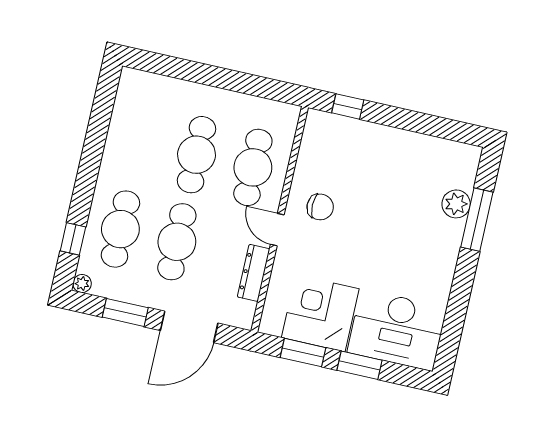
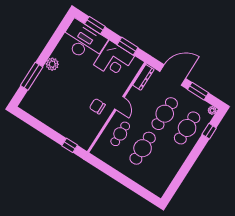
cafe table: (253, 167) -> (120, 134), width x0.73, depth x0.74
plant: (456, 204) -> (52, 64), moved
dresser: (254, 273) -> (143, 77), moved
window: (360, 365) -> (95, 25), moved

